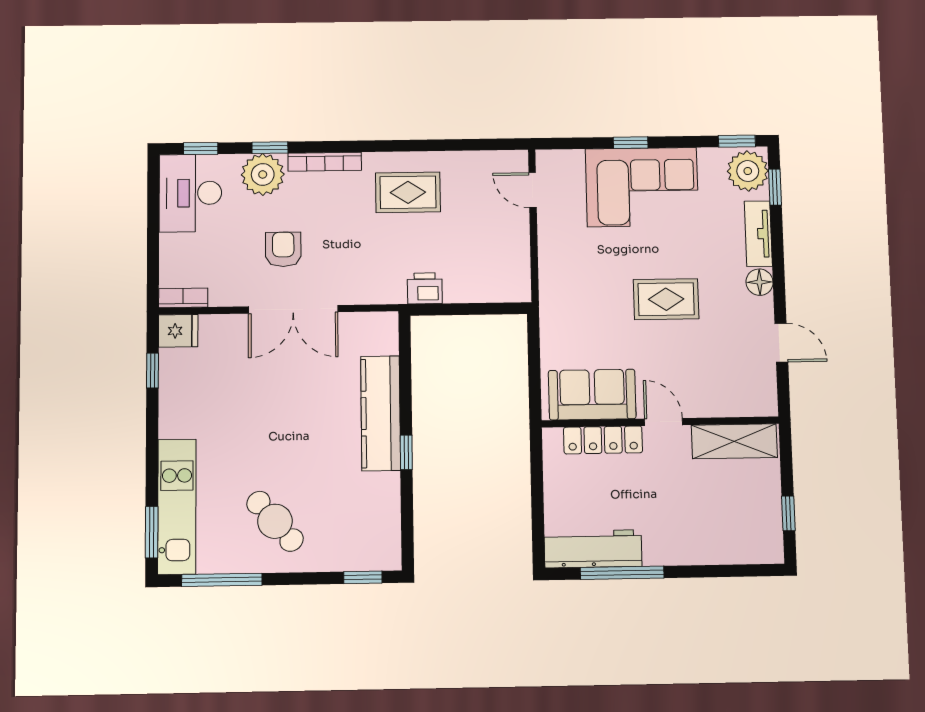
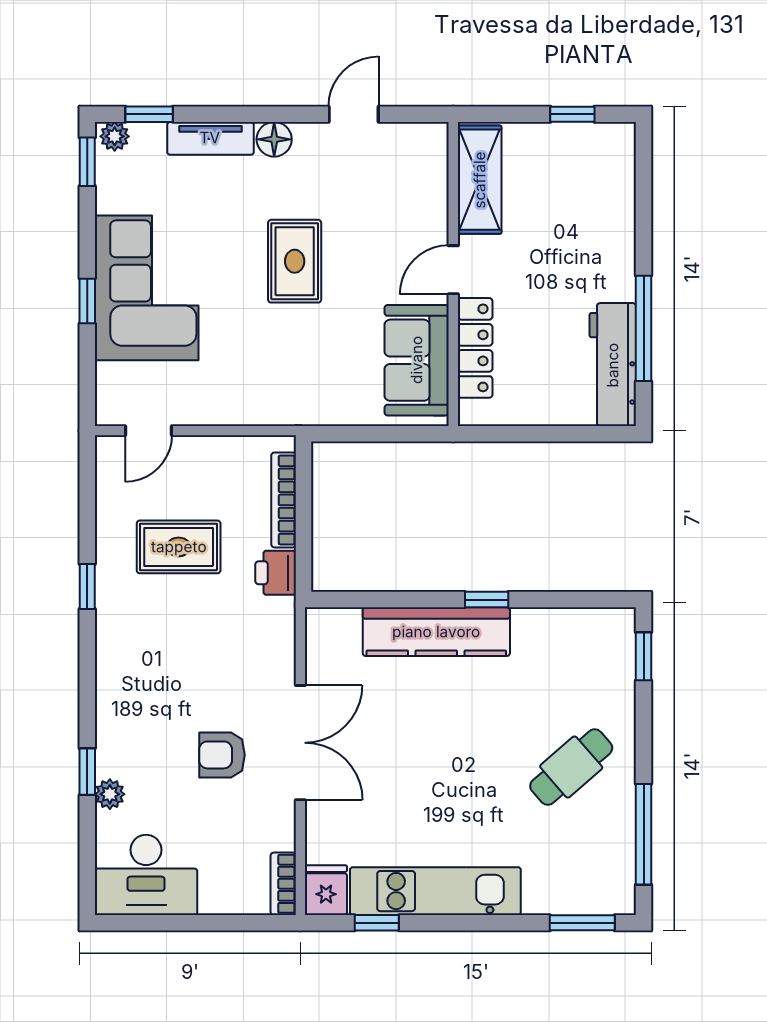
window: (201, 148) -> (87, 587), moved
bookcase: (325, 162) -> (284, 500), moved, turned 180
plant: (748, 171) -> (115, 136), width x0.53, depth x0.53
plant: (263, 174) -> (110, 794), width x0.53, depth x0.53
rug: (408, 192) -> (179, 547), moved, turned 90
kitchen unit: (177, 507) -> (435, 891), moved

